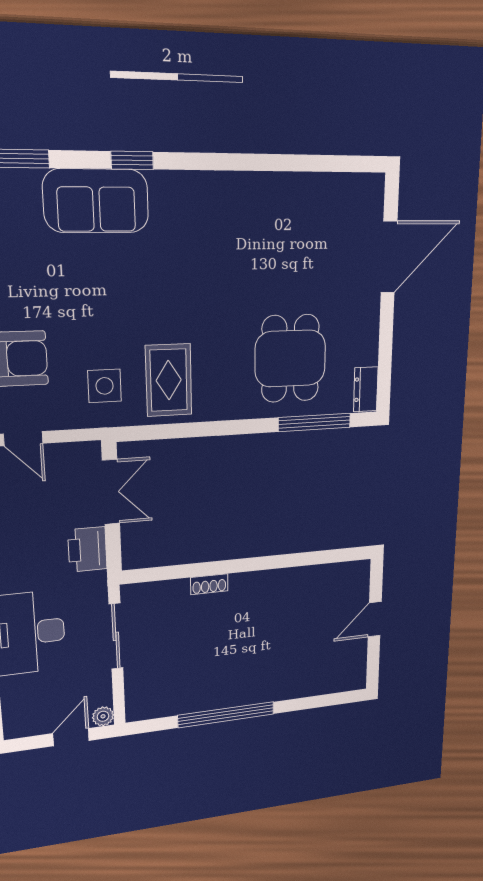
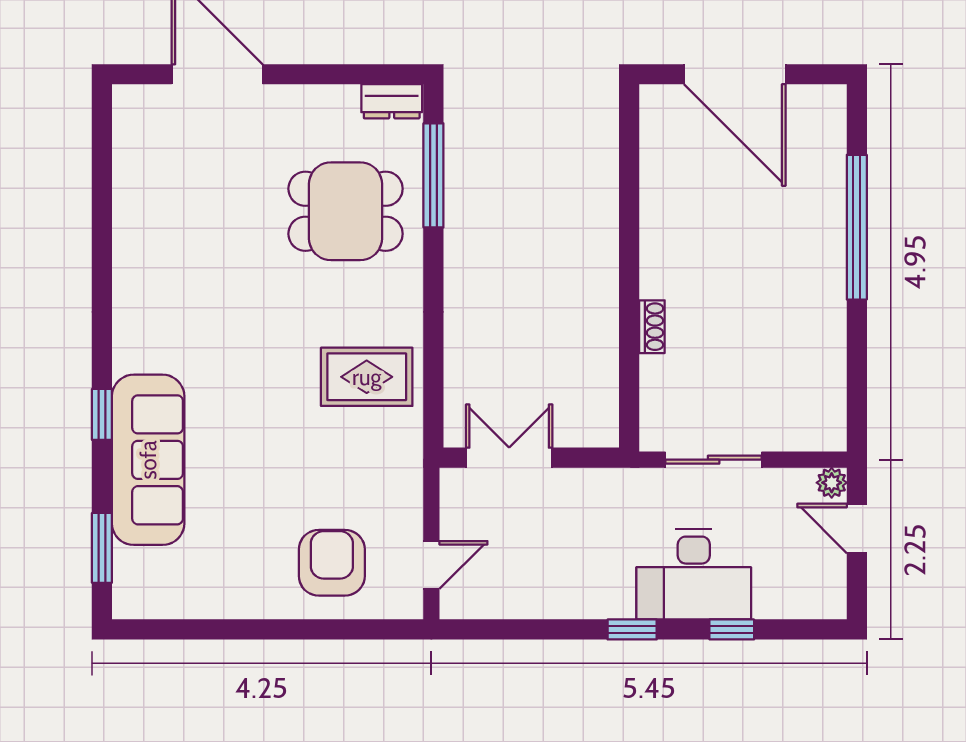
sofa: (96, 201) -> (148, 460), width x1.36
side table: (105, 386) -> (370, 460), removed
printer: (87, 549) -> (585, 492), removed
door: (375, 619) -> (735, 74), width x1.87
window: (226, 715) -> (857, 227), moved

